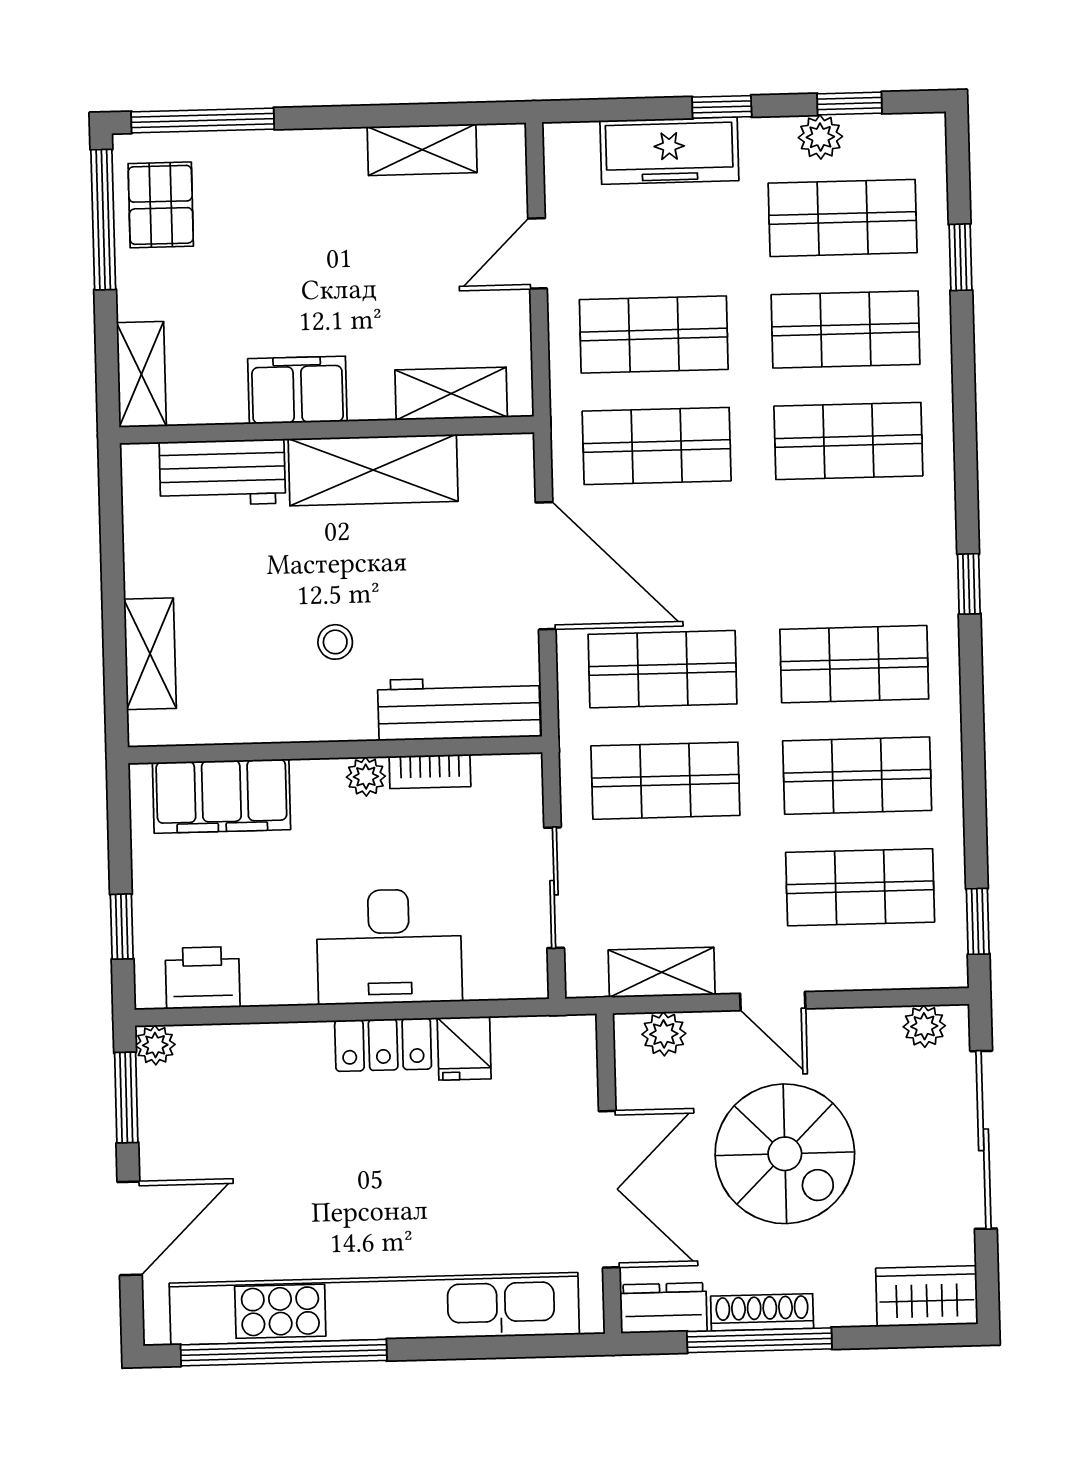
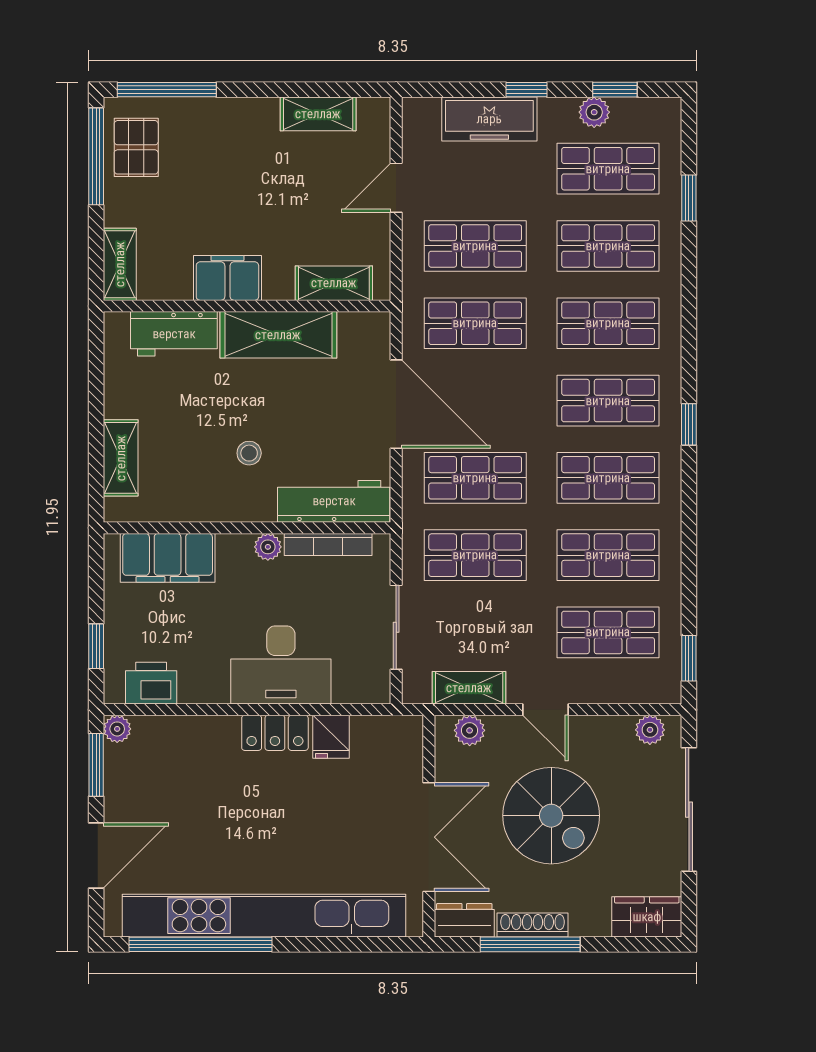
shop shelf: (851, 553) -> (608, 401), added
bookcase: (430, 771) -> (328, 544), width x1.56

